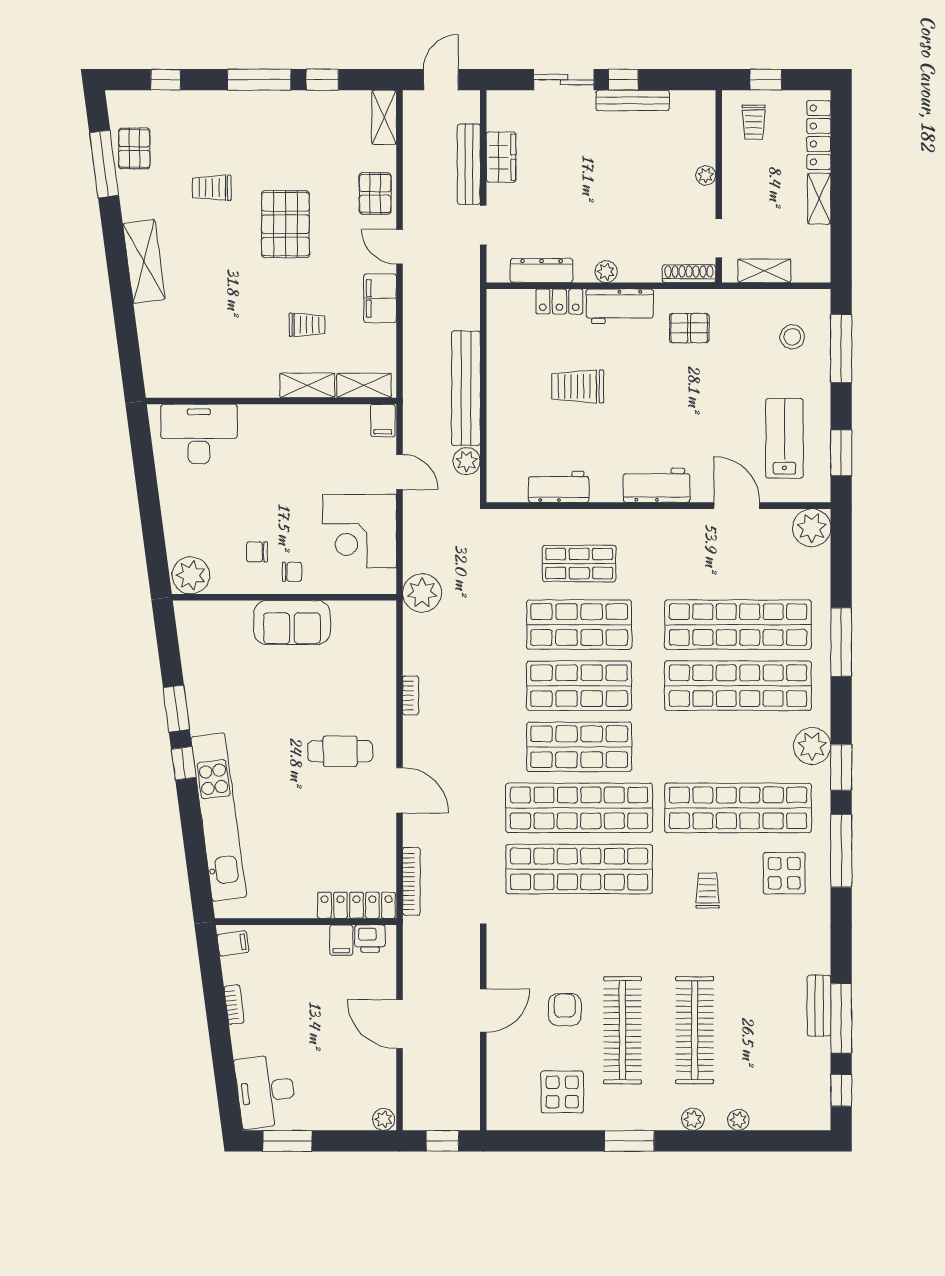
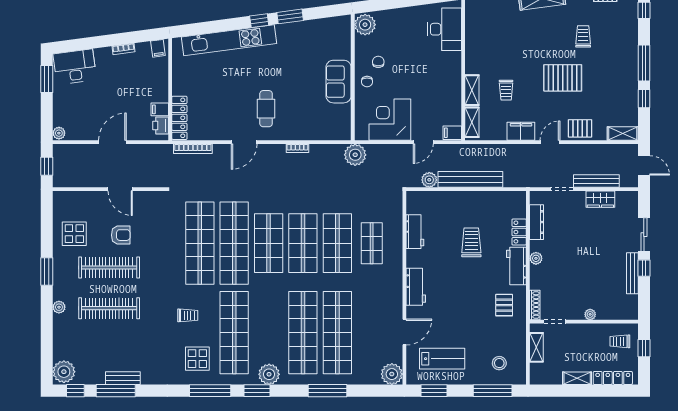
plant: (738, 1120) -> (64, 372), moved, width x1.87, depth x1.87

